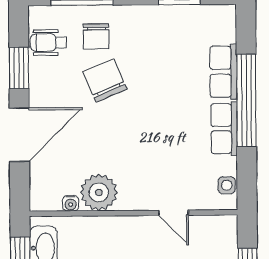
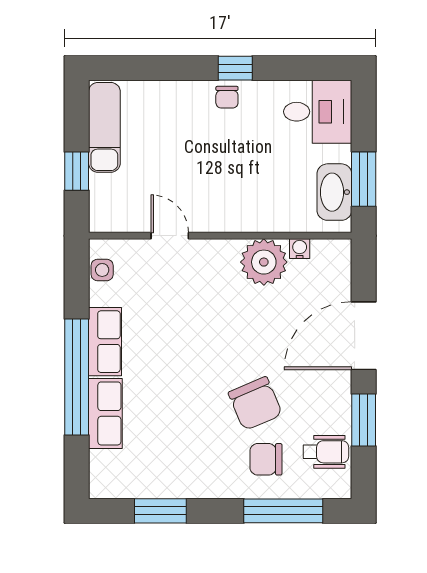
chair: (96, 36) -> (266, 459), turned -90

